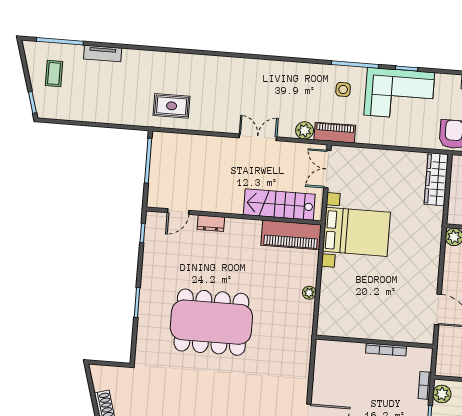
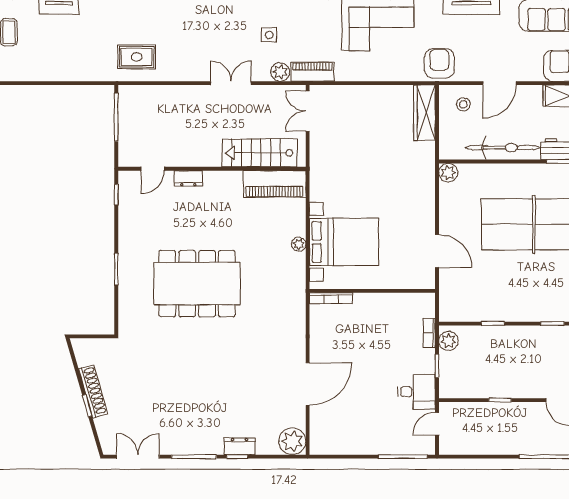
side table: (343, 89) -> (269, 35), moved
bed with nightstands: (356, 232) -> (344, 242), moved
bookcase: (386, 350) -> (331, 298), moved

